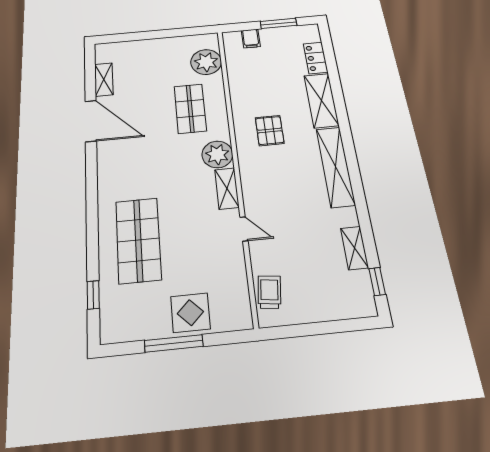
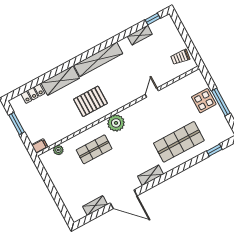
filing cabinet: (251, 39) -> (40, 146), moved
plant: (206, 62) -> (58, 150), width x0.53, depth x0.53
door: (91, 121) -> (124, 199), swing flipped
pallet: (270, 130) -> (90, 101), width x1.50, depth x1.42
shelving: (227, 188) -> (151, 175), moved
trolley: (269, 292) -> (180, 57), moved

